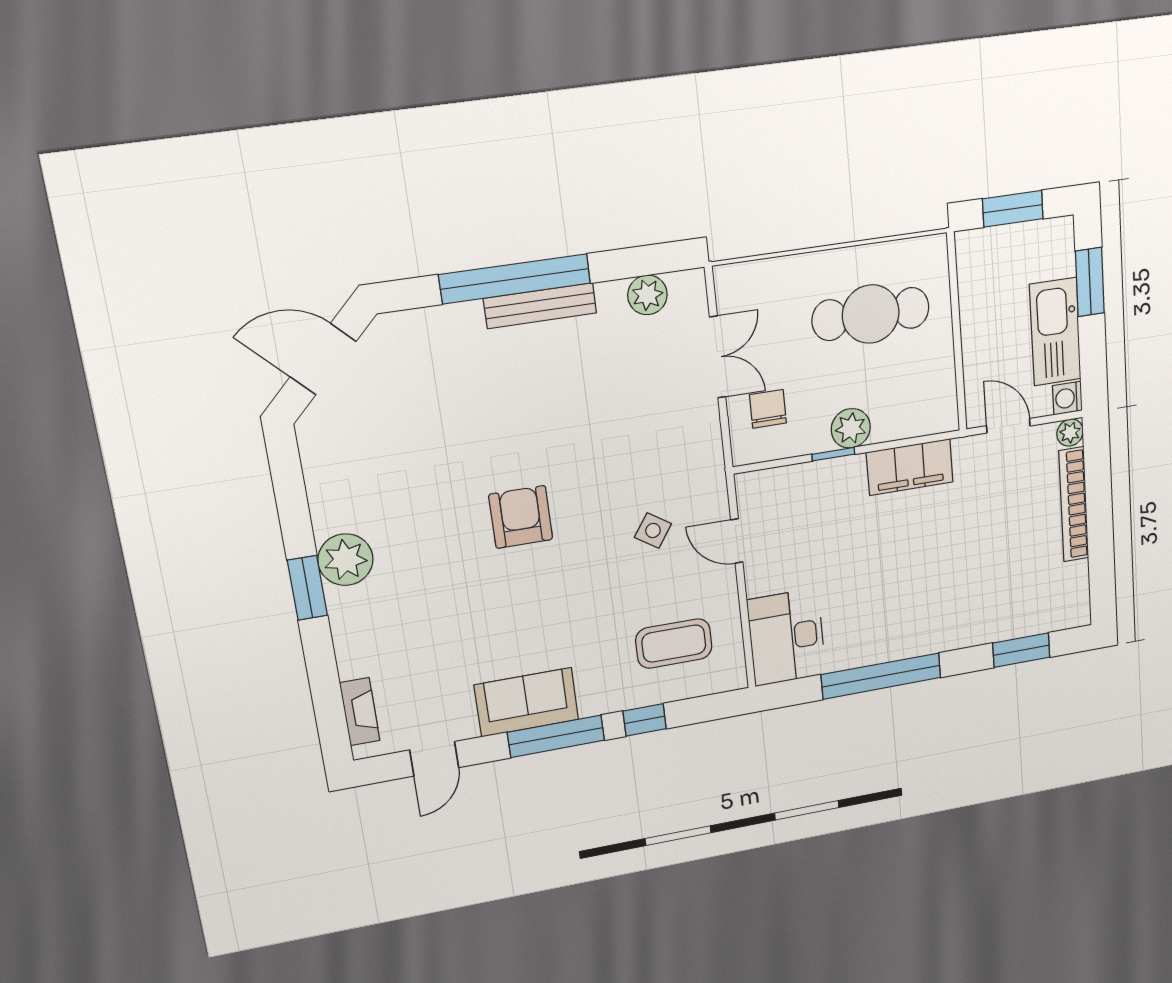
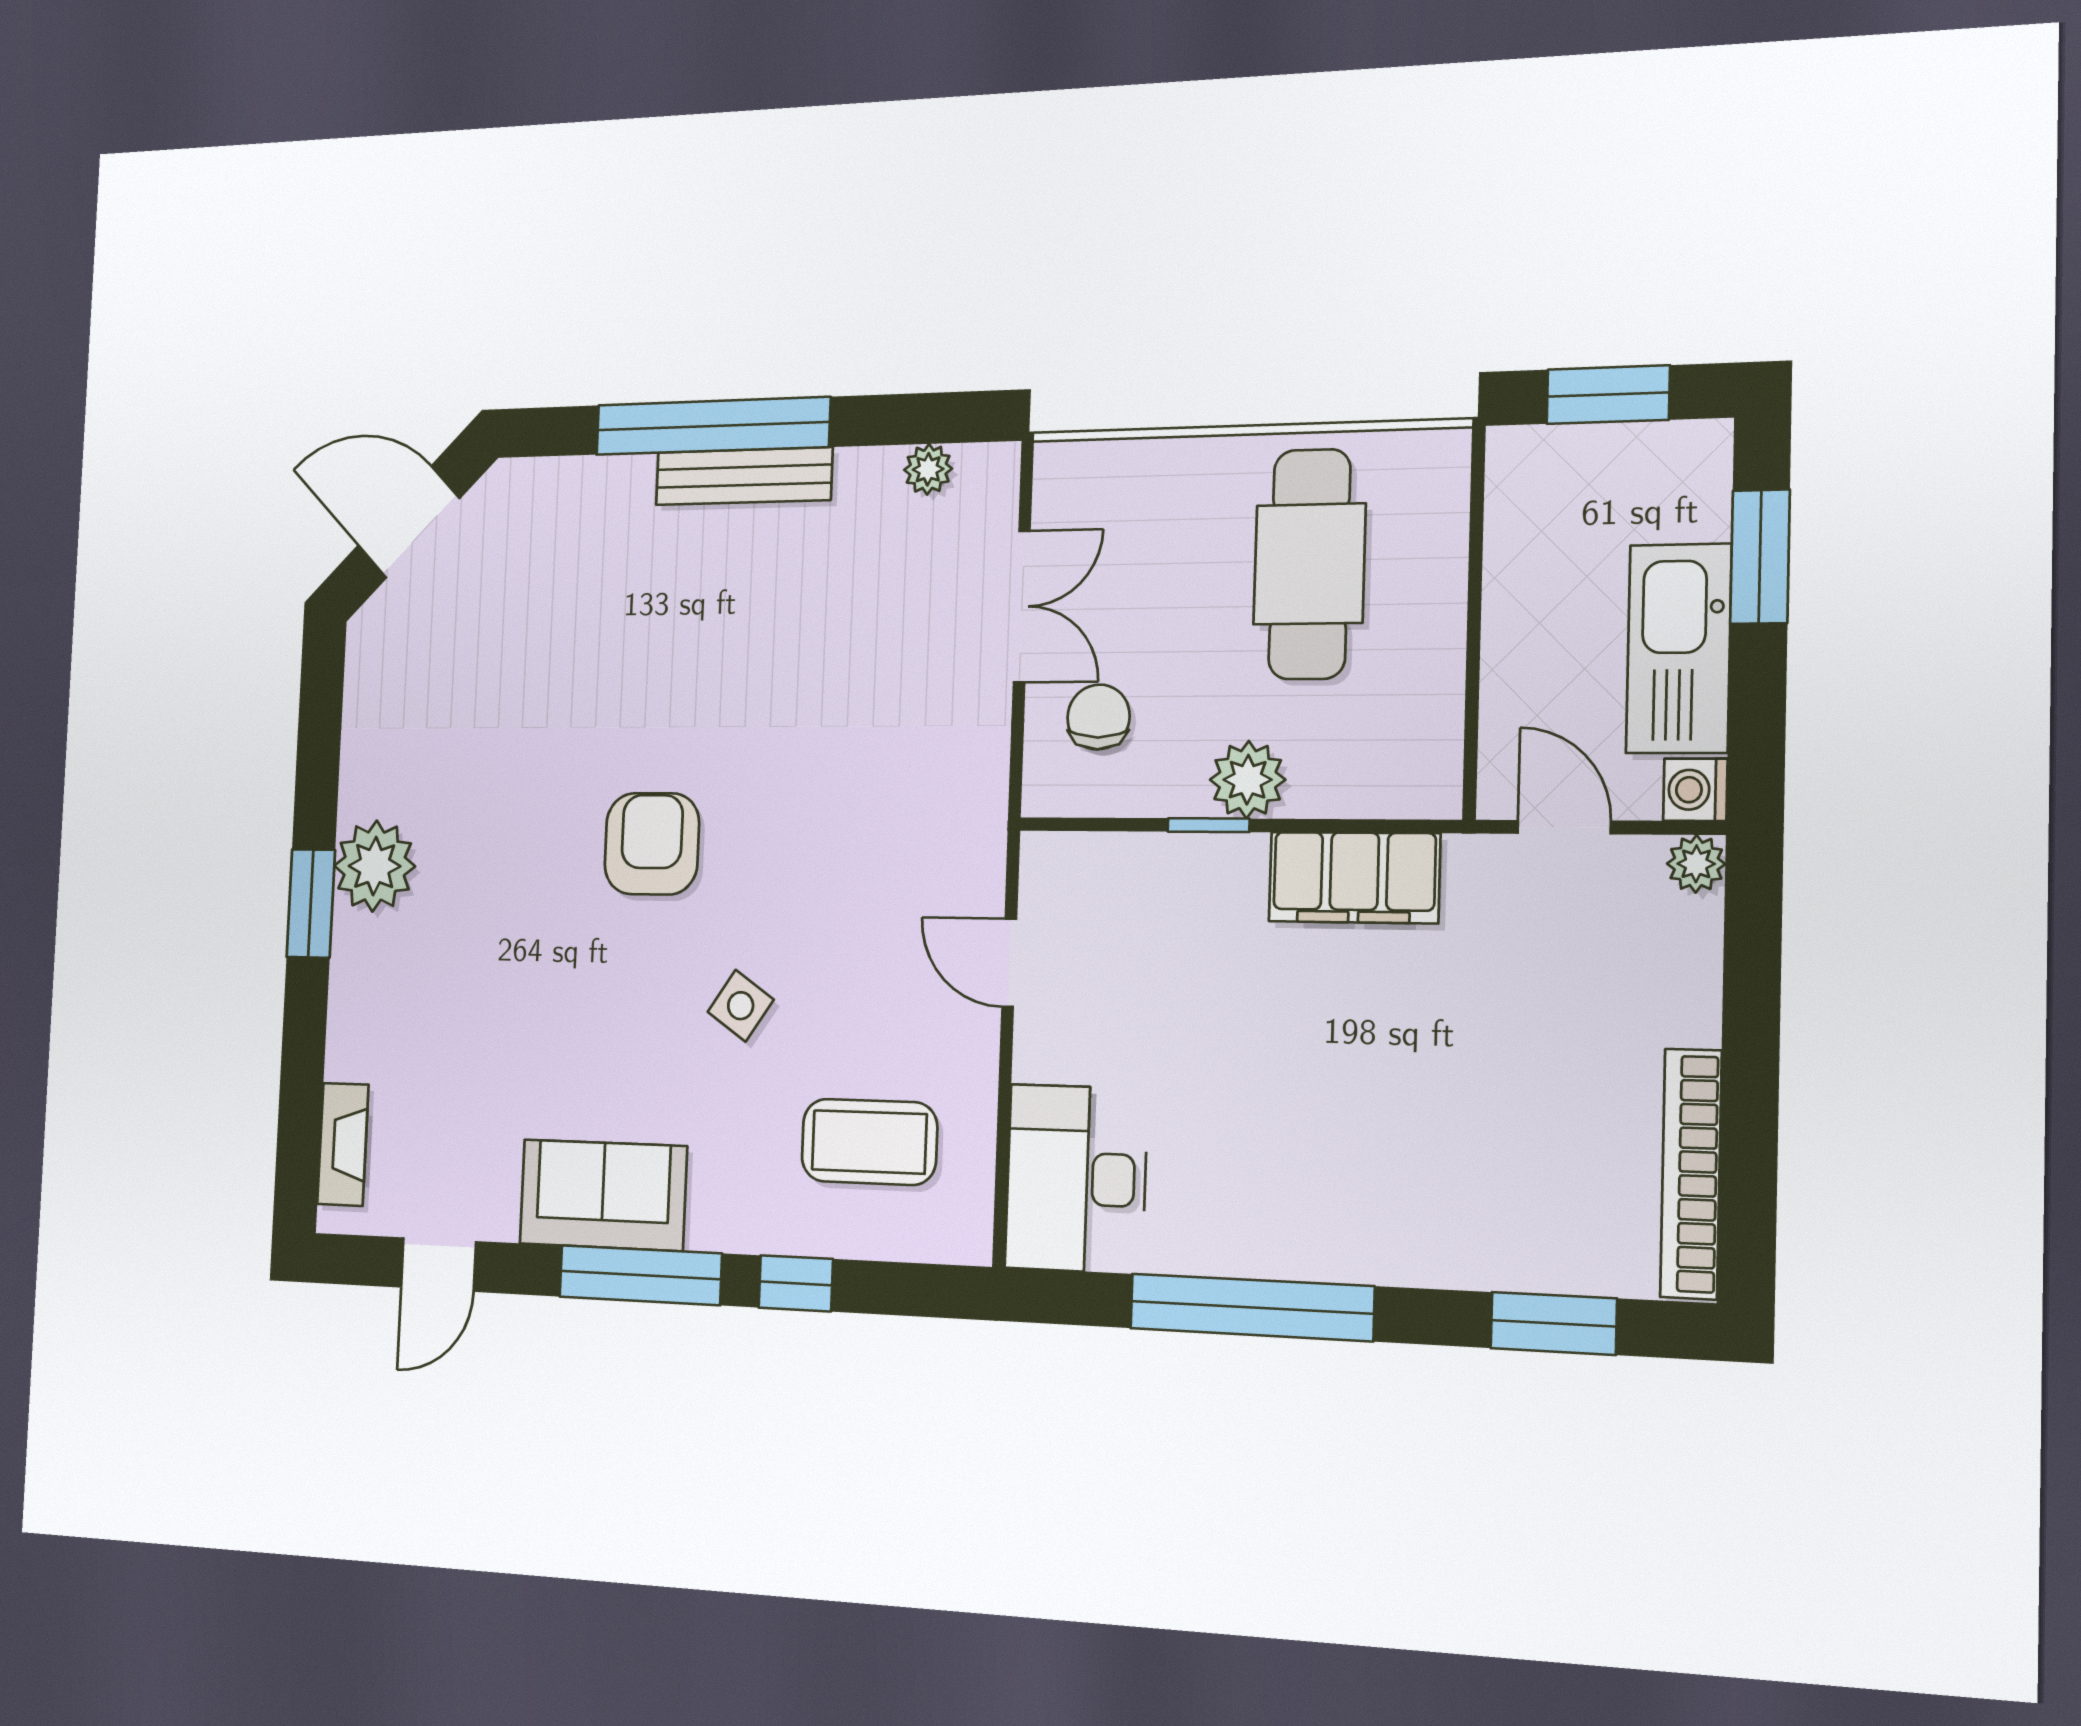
plant: (647, 295) -> (928, 469), width x0.73, depth x0.73
cafe table: (871, 314) -> (1309, 564), turned 90
bookcase: (1074, 505) -> (1691, 1174), moved
side table: (653, 531) -> (741, 1006), moved

